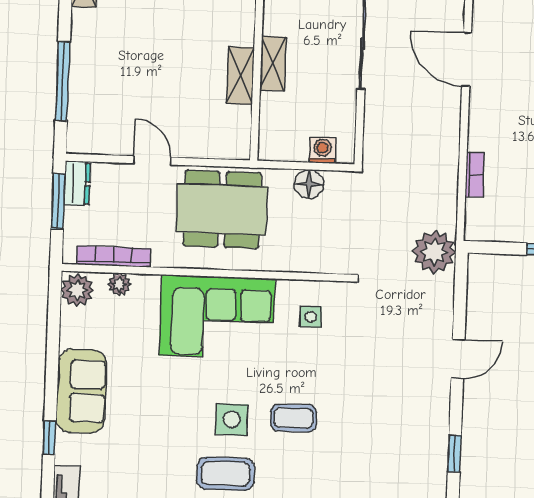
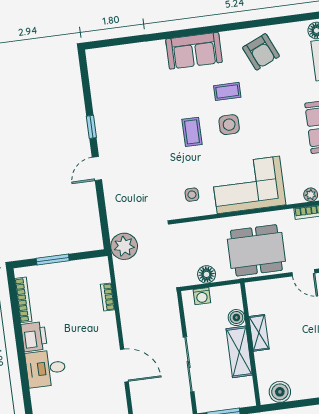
shelving: (273, 64) -> (239, 352), width x1.50, depth x1.33
boiler: (273, 106) -> (236, 318), added
door: (458, 359) -> (97, 169), moved
coffee table: (293, 418) -> (192, 132), turned 90
coffee table: (226, 474) -> (227, 91), width x0.73, depth x0.77

